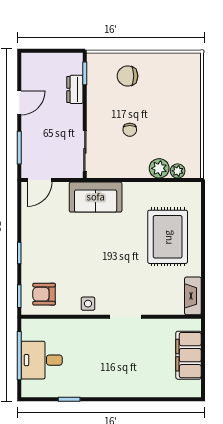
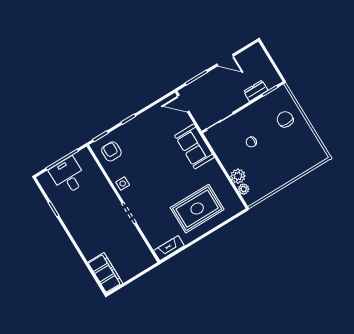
filing cabinet: (189, 355) -> (105, 273), moved, turned 90

